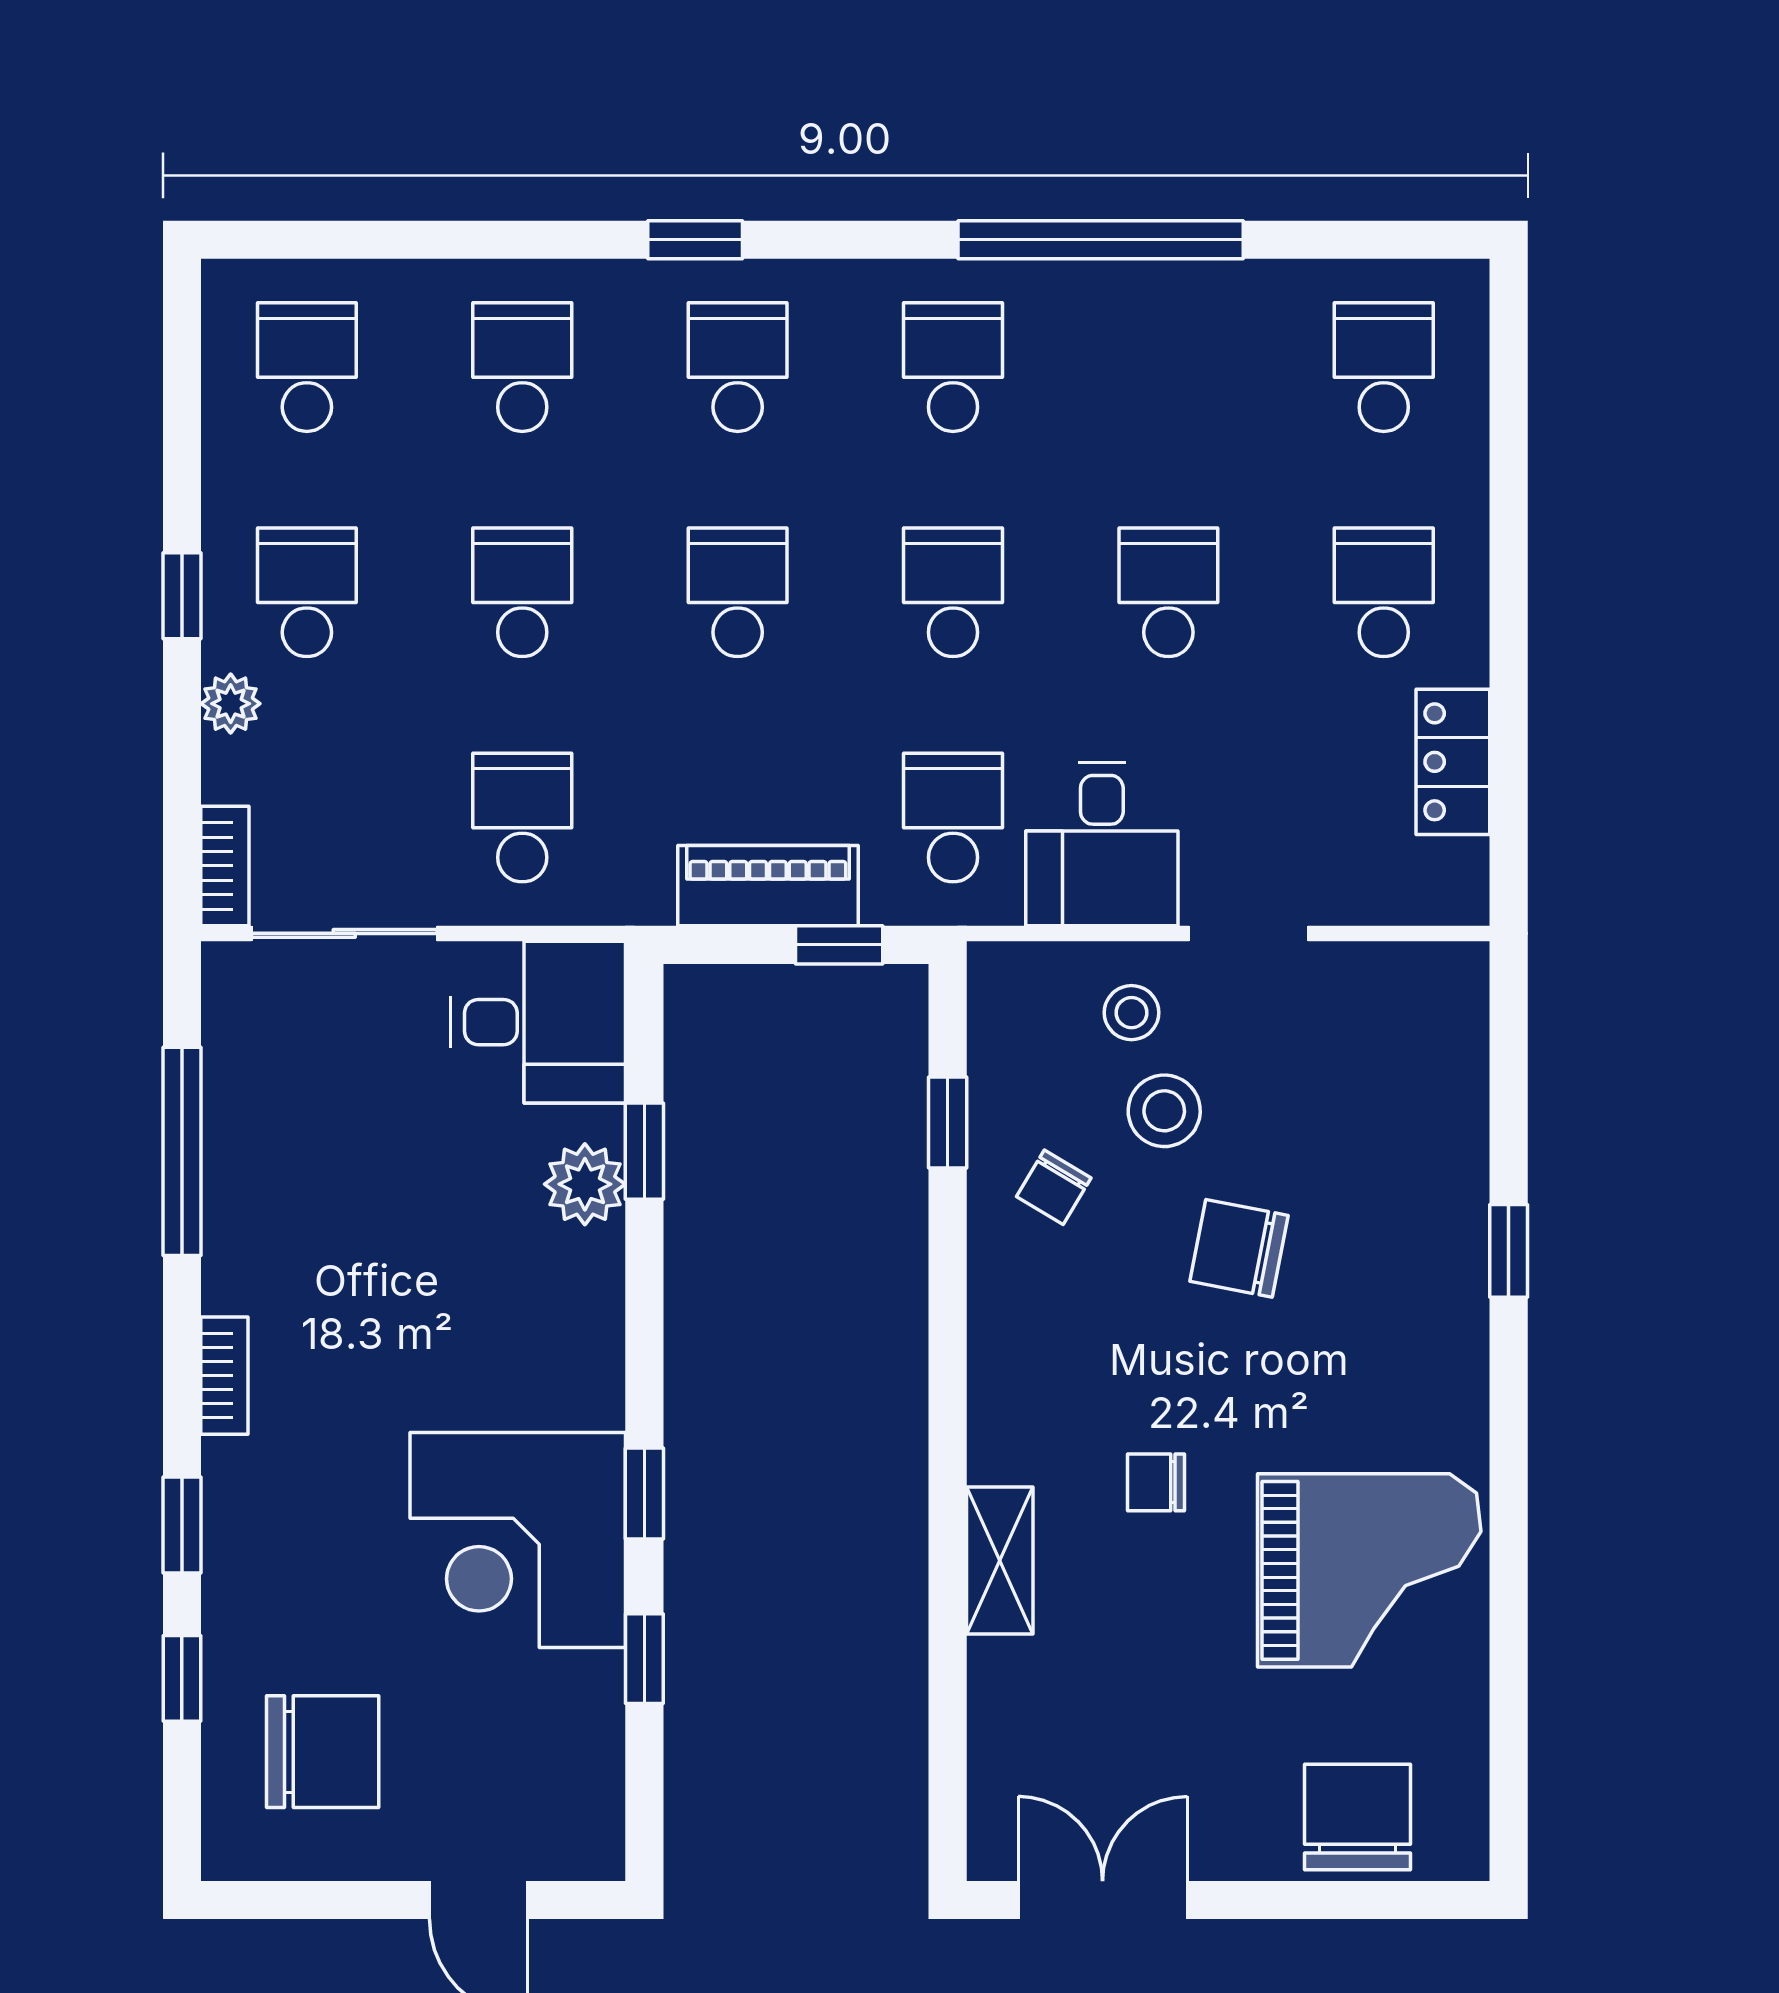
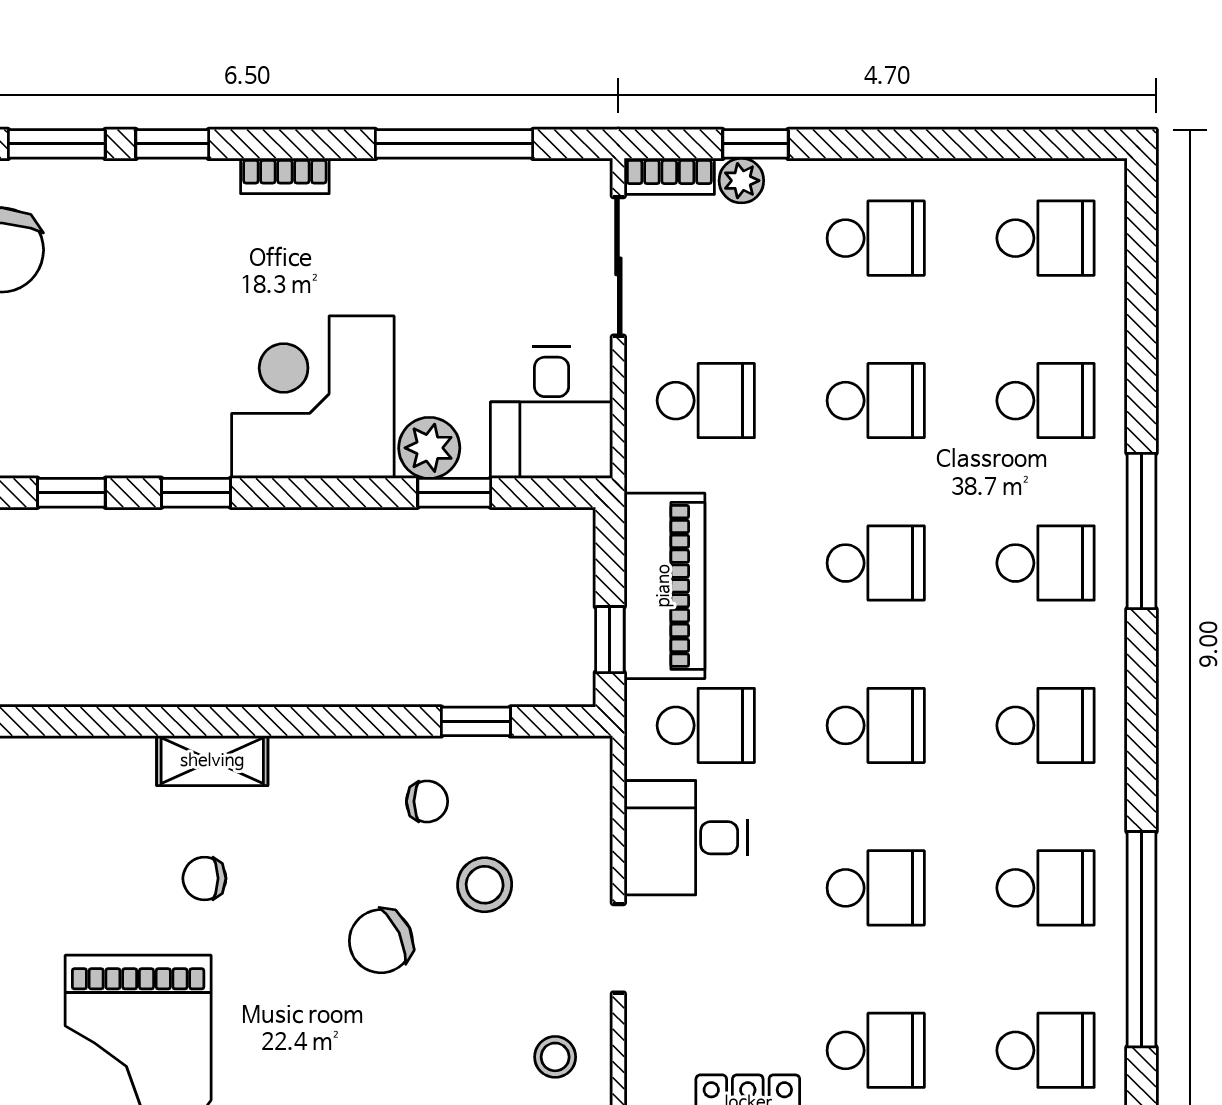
window: (695, 240) -> (1142, 531), width x2.17
window: (1101, 240) -> (1142, 939), moved
school desk: (1168, 367) -> (1046, 888), added
window: (182, 596) -> (755, 144), moved
plant: (231, 704) -> (741, 181), moved
piano: (768, 886) -> (664, 586), width x1.37, depth x1.33
stool: (1131, 1013) -> (555, 1057), moved
chair: (1054, 1187) -> (427, 801), turned 149
chair: (1239, 1248) -> (381, 941), turned -126
chair: (1156, 1482) -> (204, 878), turned -90
corner desk: (518, 1540) -> (313, 397), moved
shelving: (1000, 1560) -> (212, 761), moved
window: (182, 1678) -> (57, 144), width x1.50

